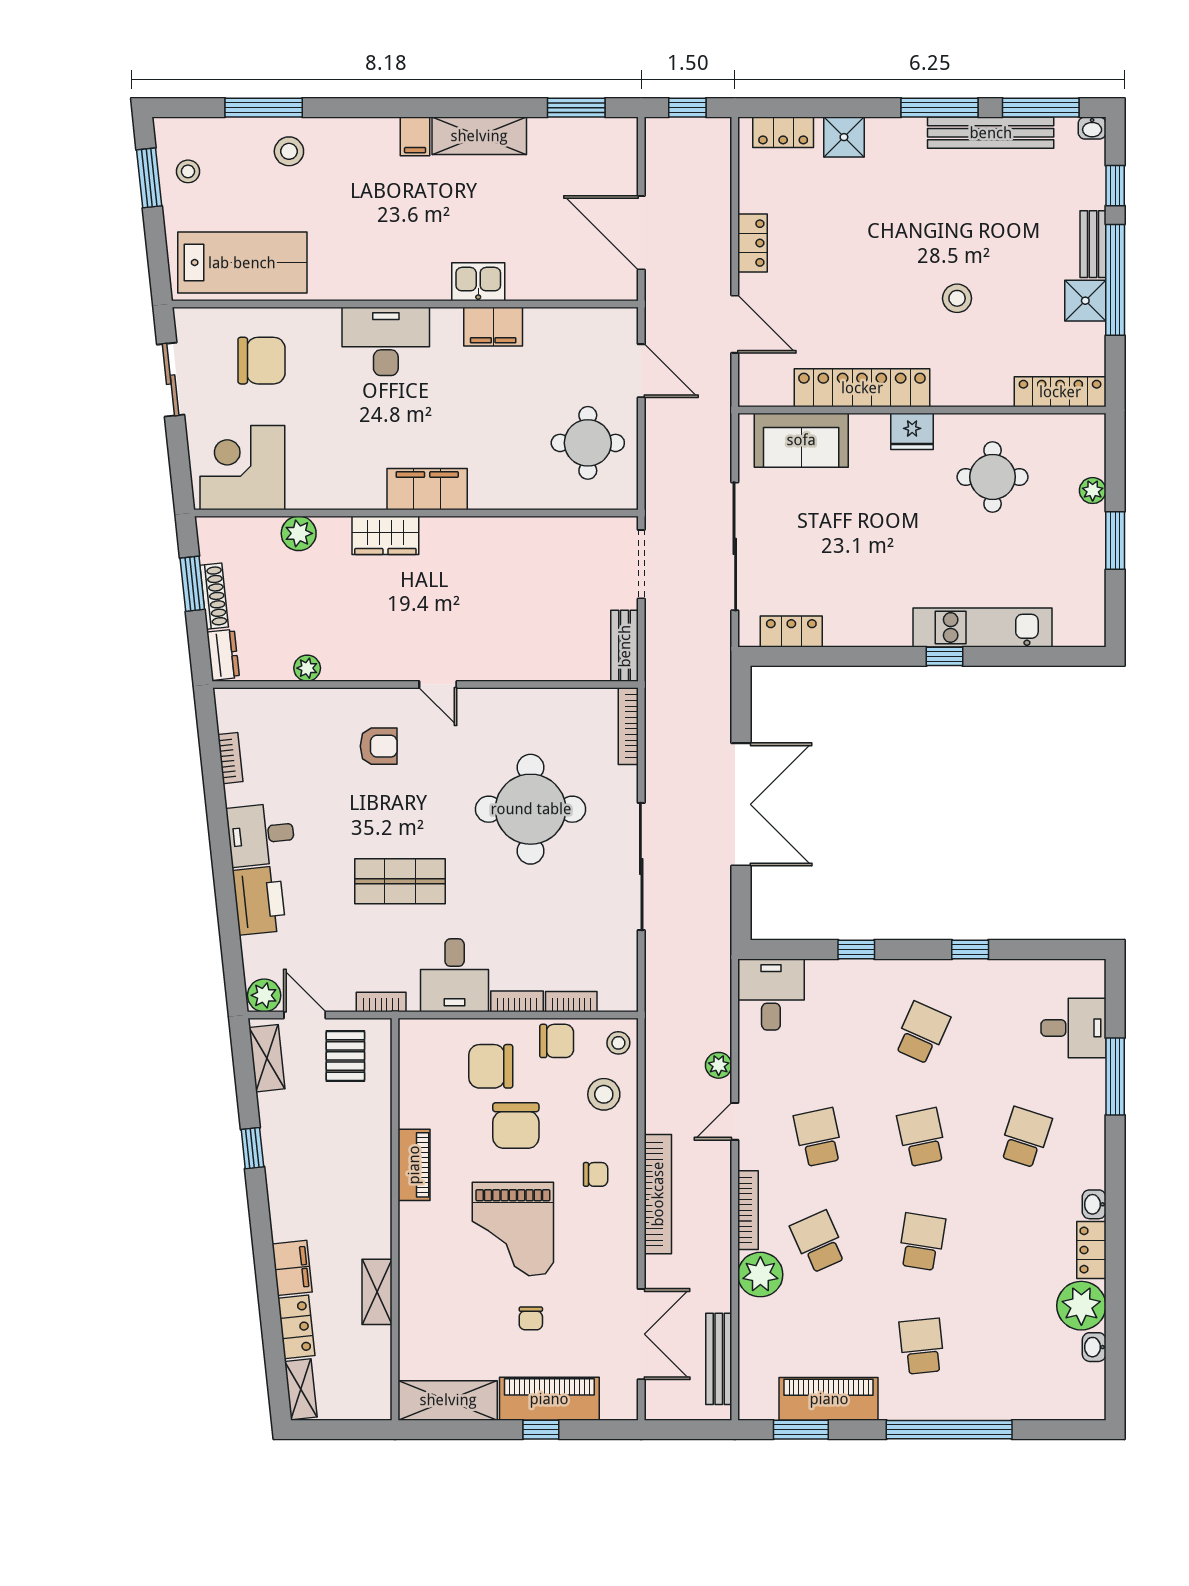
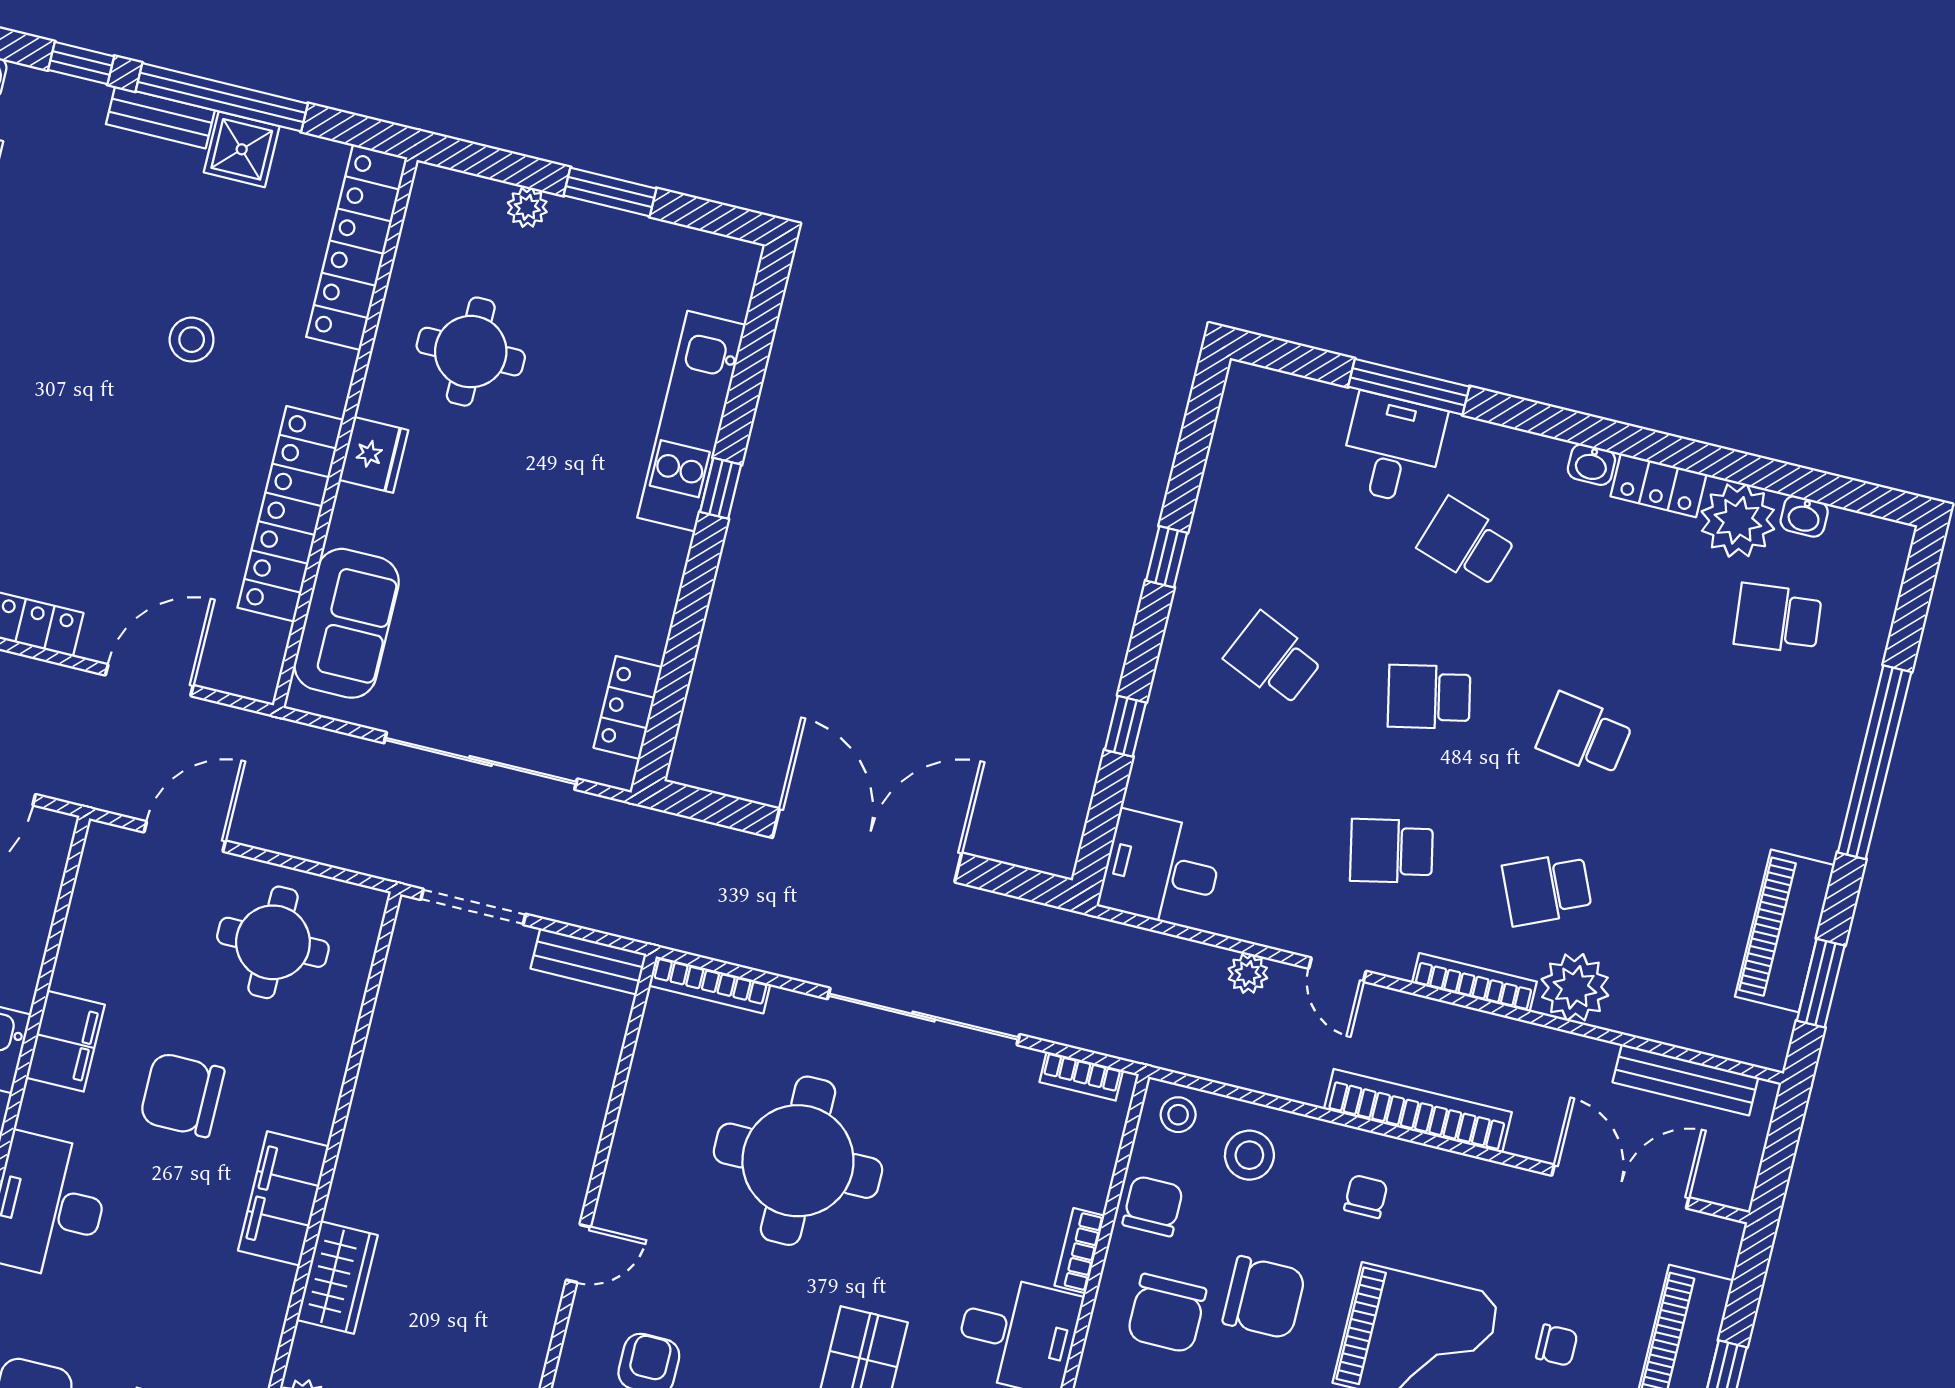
locker: (1060, 392) -> (357, 247), width x1.41, depth x1.21
chair: (477, 409) -> (182, 1095), added
bookcase: (571, 1002) -> (1081, 1076), moved, turned -90
desk: (1073, 1028) -> (1393, 449), moved
school desk: (922, 1346) -> (1778, 619), moved

